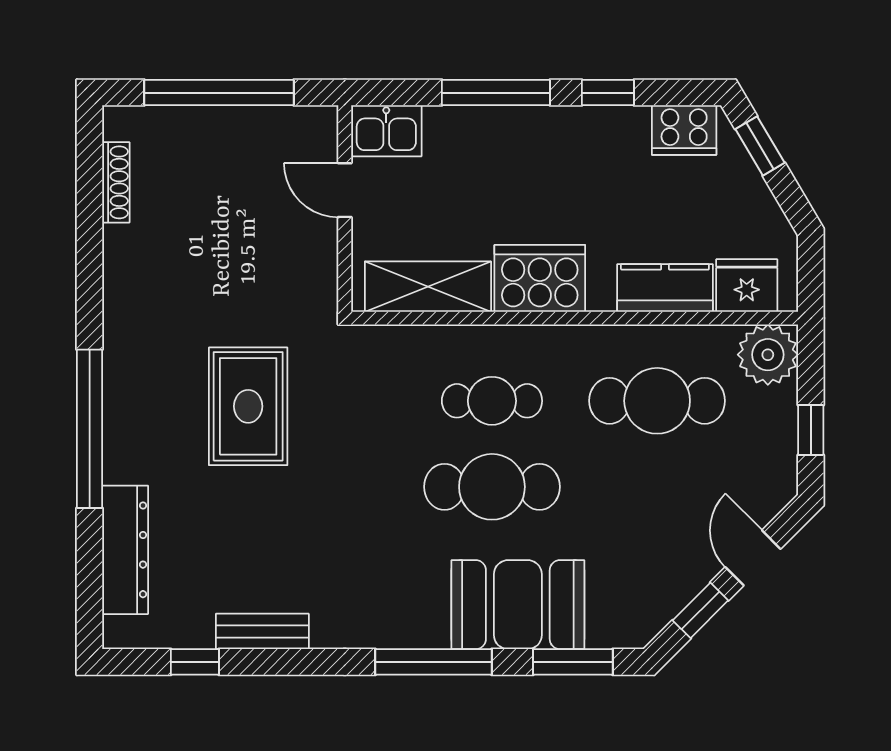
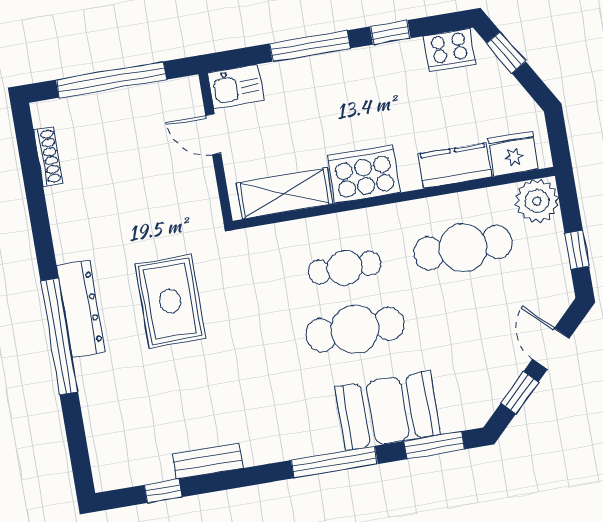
dresser: (125, 550) -> (81, 309), moved

